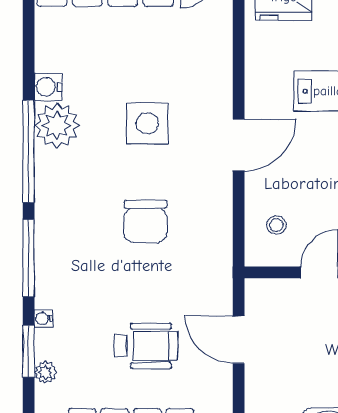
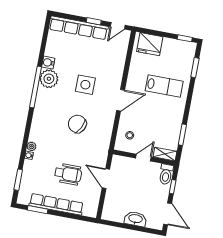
chair: (145, 221) -> (77, 124), turned 117
window: (29, 258) -> (28, 130), removed
window: (29, 351) -> (18, 180), moved
plant: (46, 372) -> (31, 146), moved

